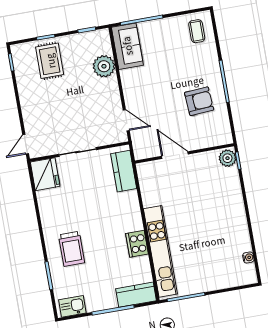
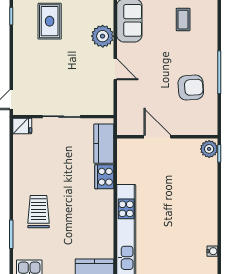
coffee table: (197, 31) -> (183, 20), moved
door: (126, 120) -> (115, 69), moved
fridge: (45, 174) -> (22, 126), width x0.53, depth x0.75
cooker: (137, 244) -> (104, 177), moved
trolley: (72, 249) -> (39, 212), turned 180

